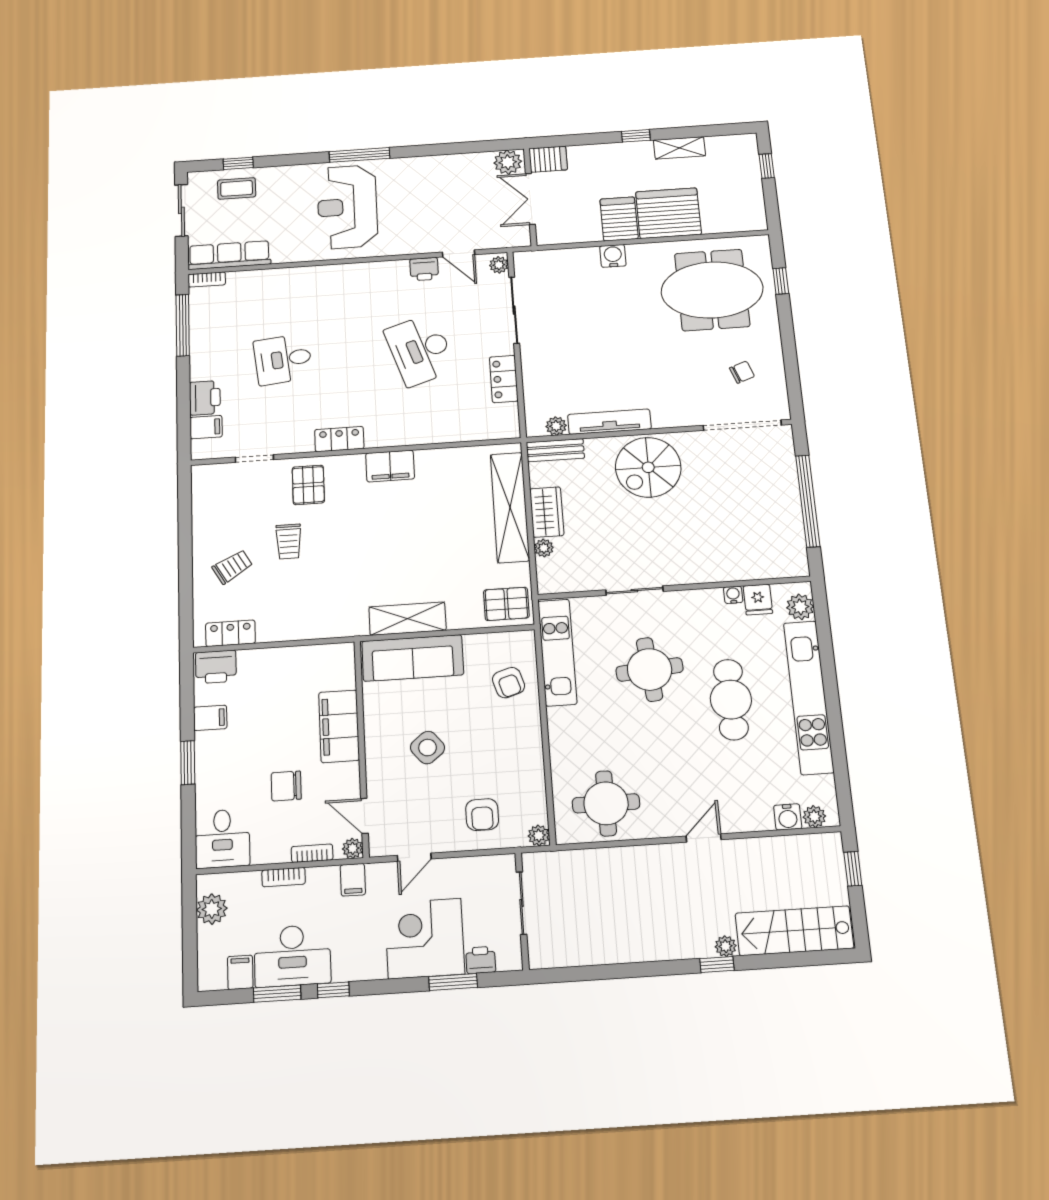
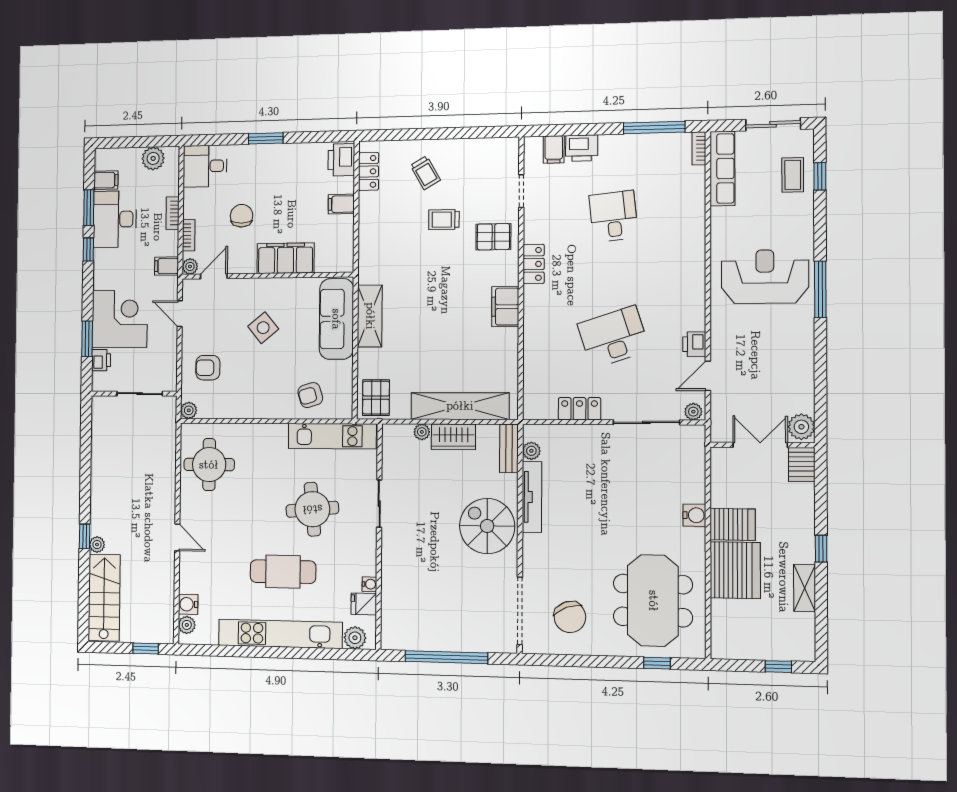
chair: (742, 372) -> (570, 617), width x1.87, depth x1.87
filing cabinet: (210, 718) -> (341, 204), moved, turned 90

